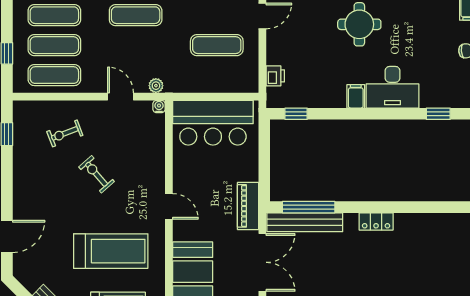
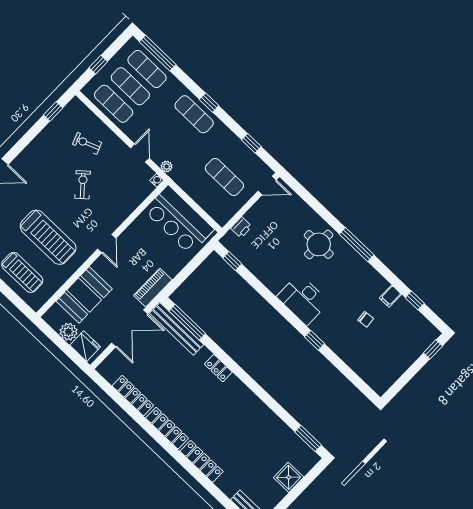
filing cabinet: (356, 96) -> (276, 284), removed

